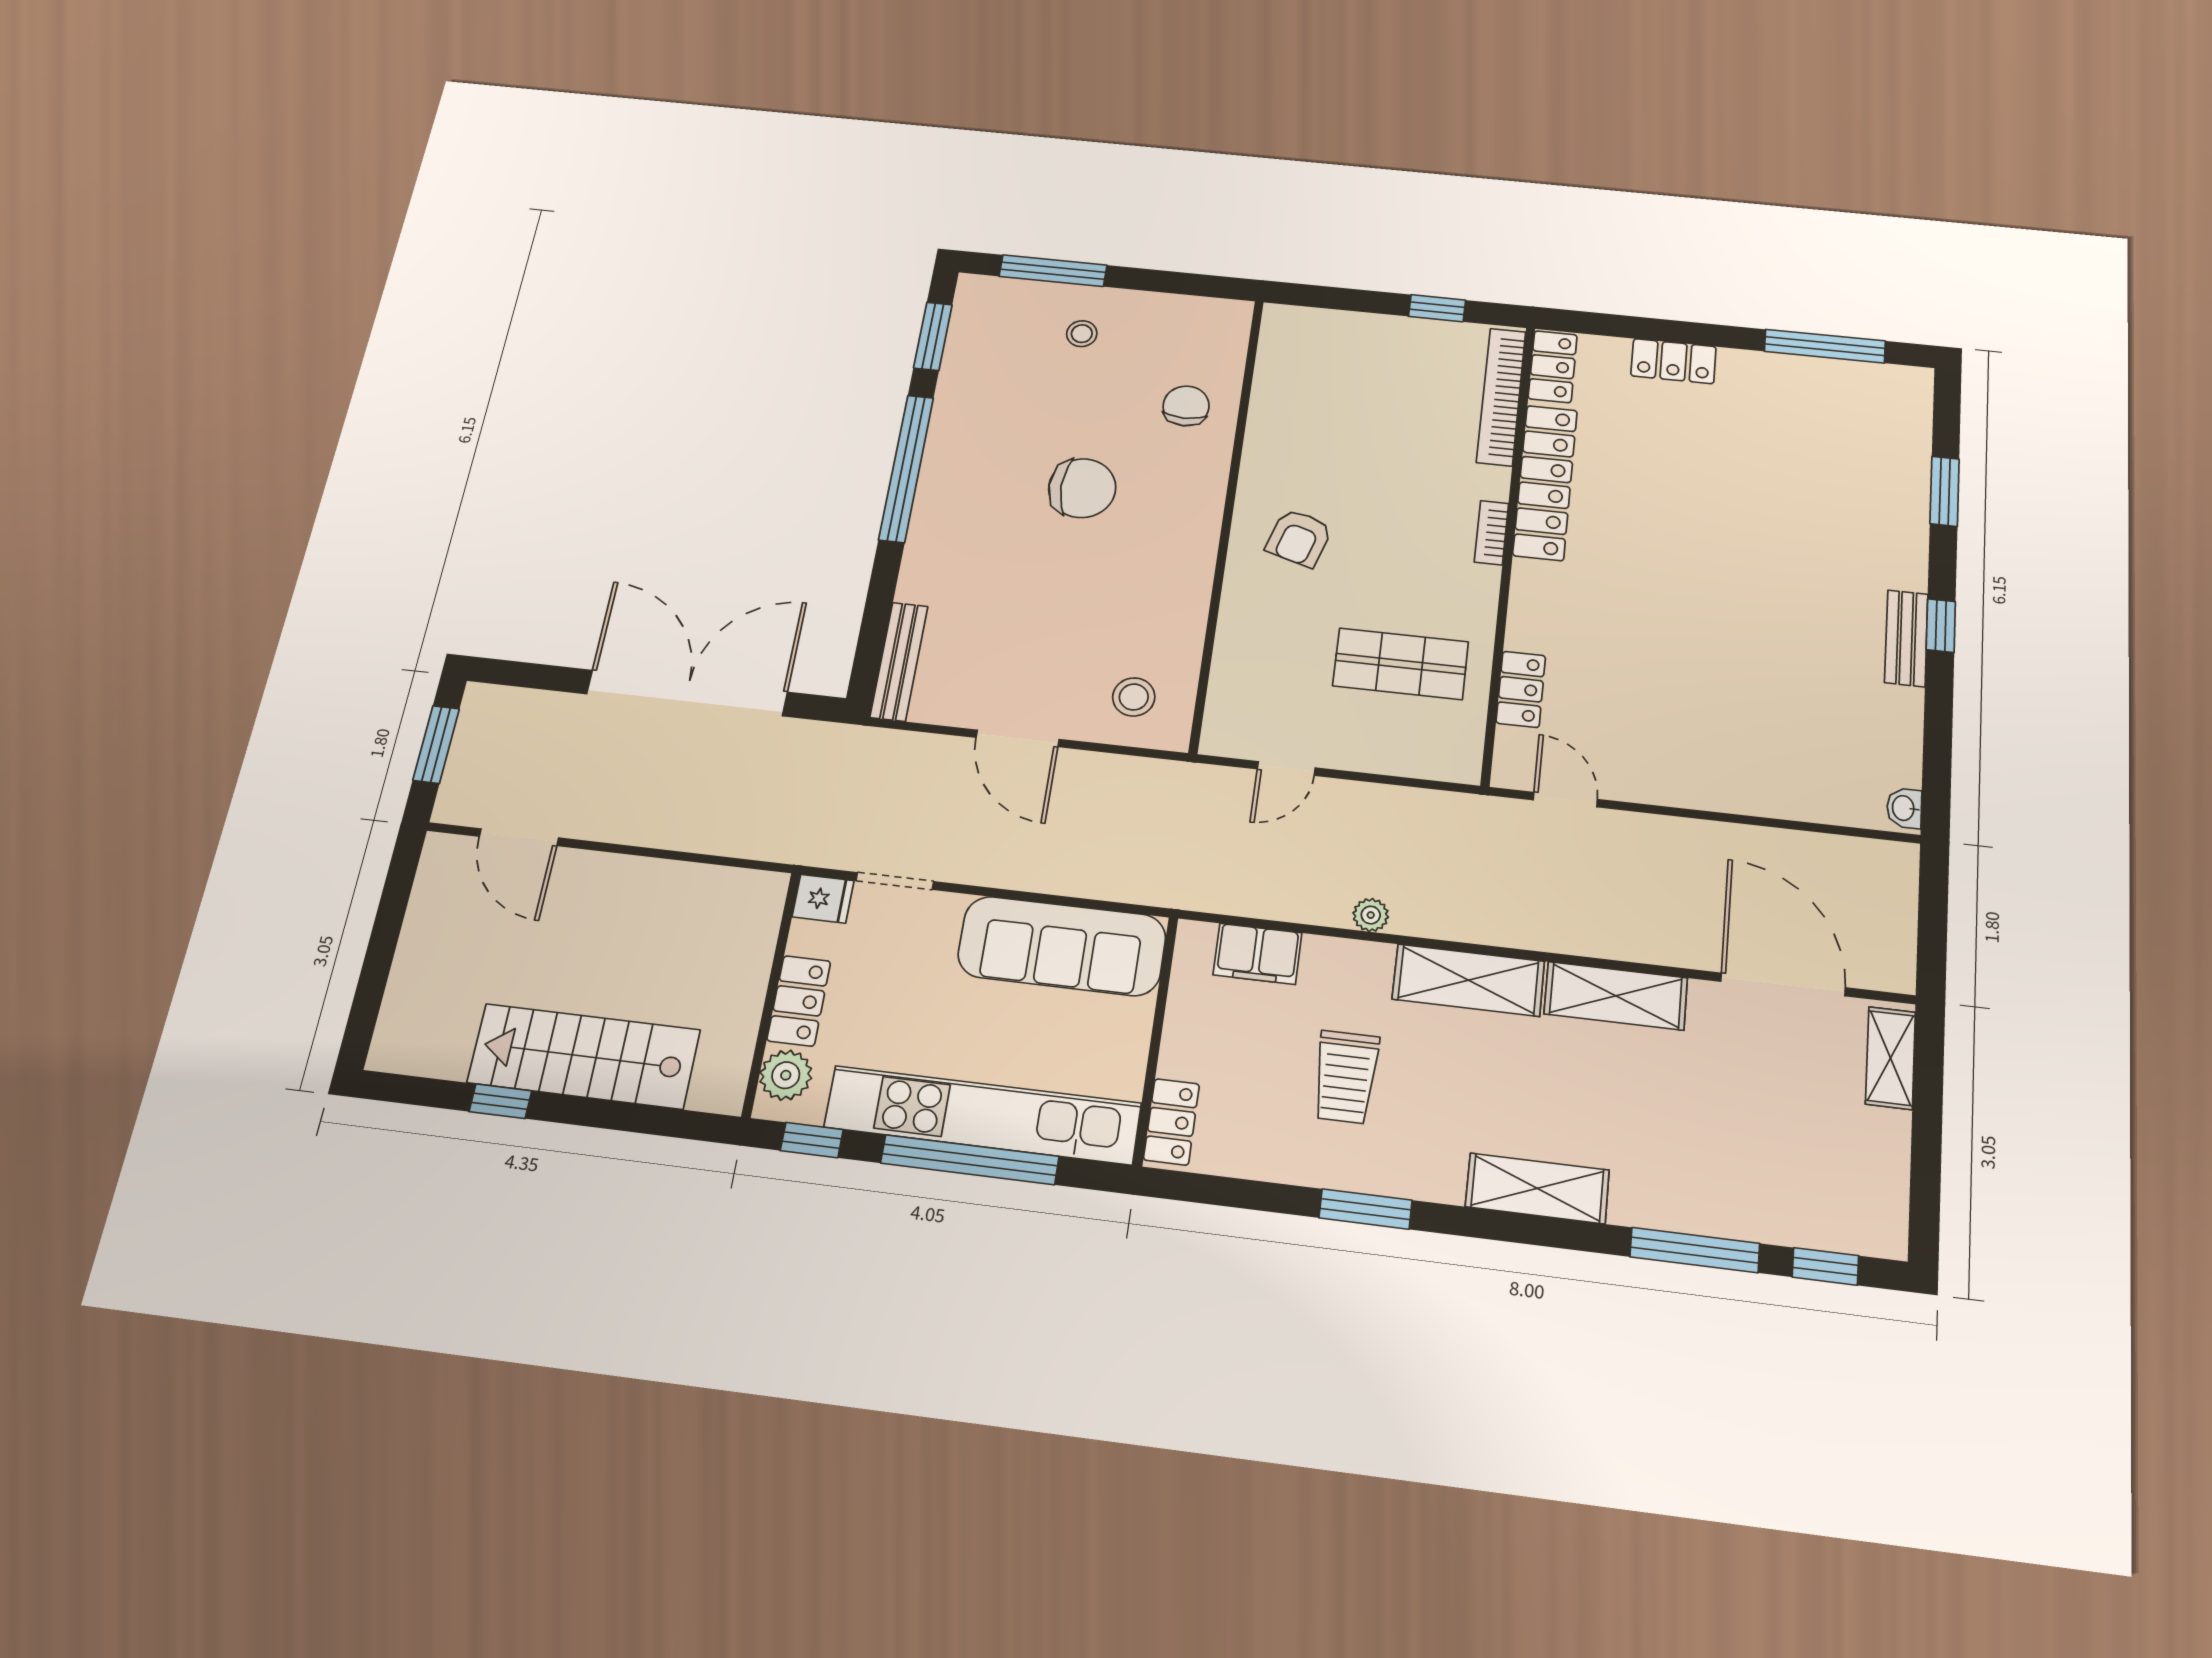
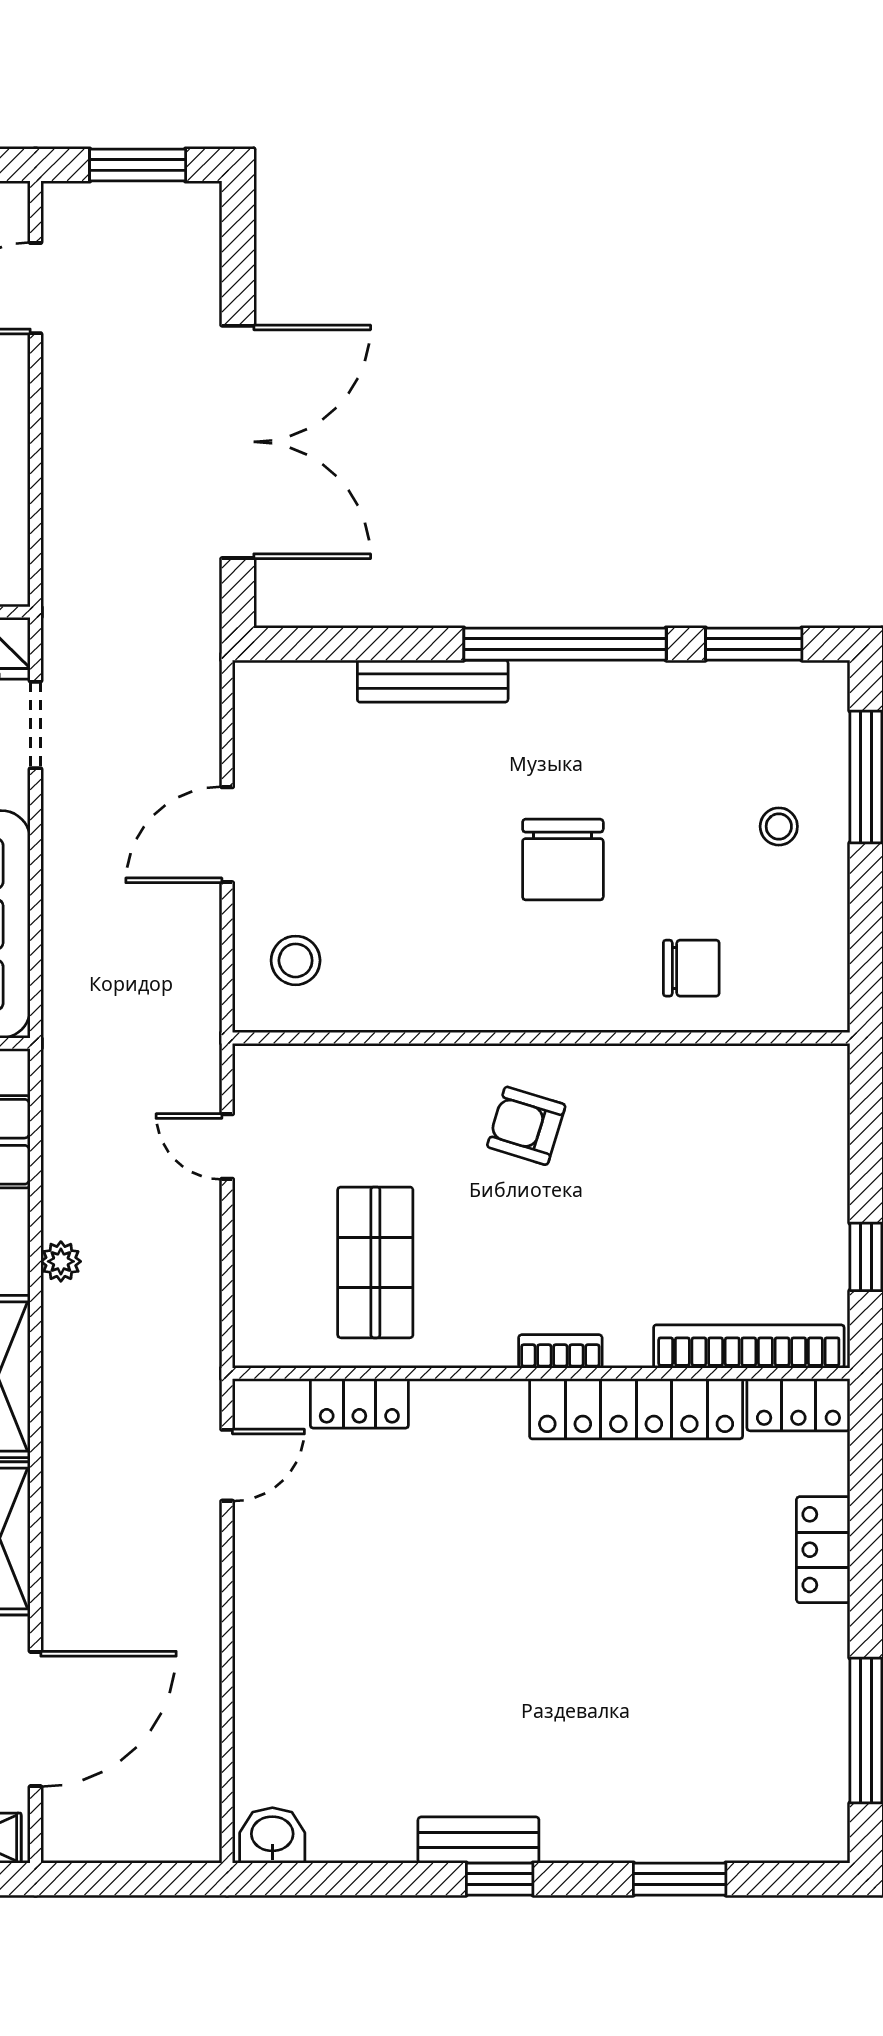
bench: (899, 662) -> (433, 681), moved
washbasin: (1904, 808) -> (272, 1835), width x1.38, depth x1.45

